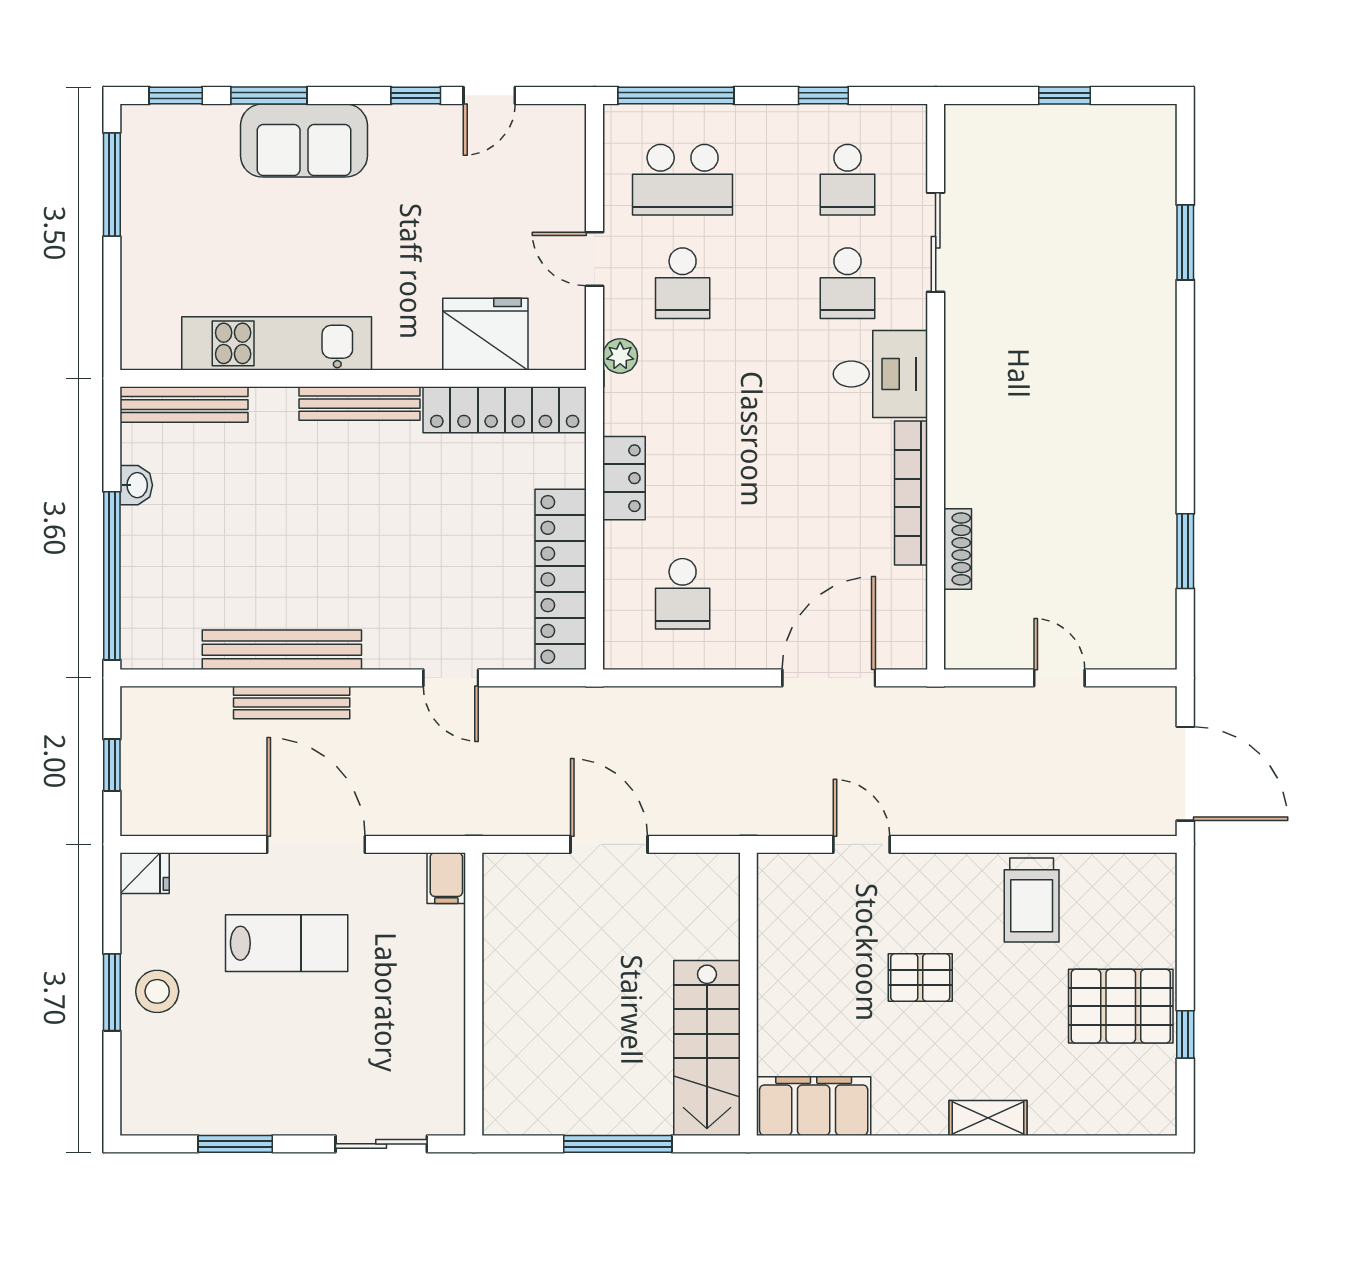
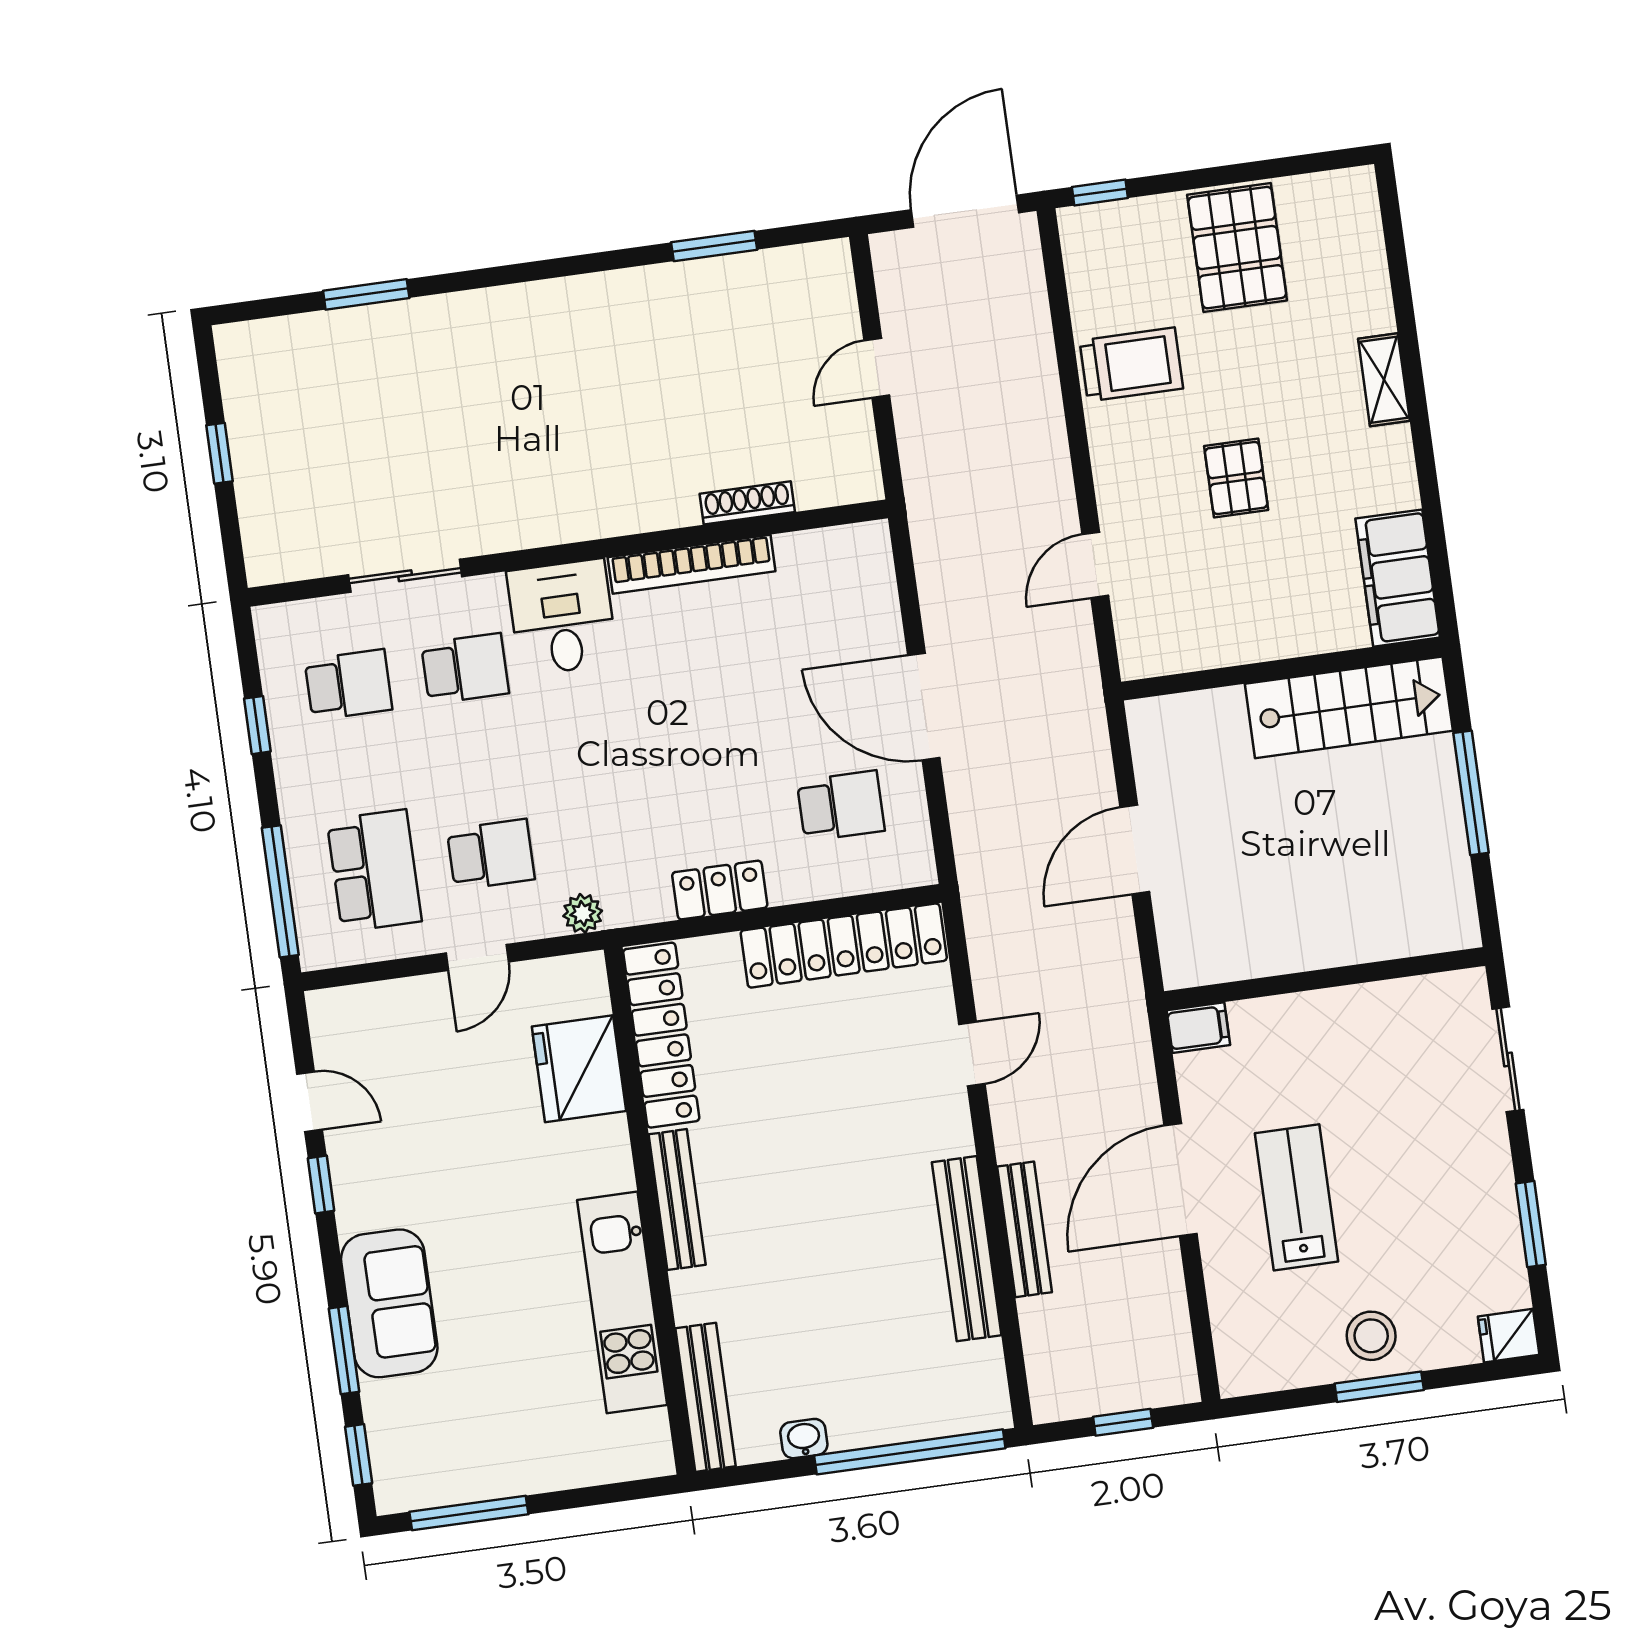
door: (829, 678) -> (924, 707), moved
fridge: (145, 873) -> (1509, 1336), moved, turned -90
window: (1185, 1034) -> (1100, 193), moved

